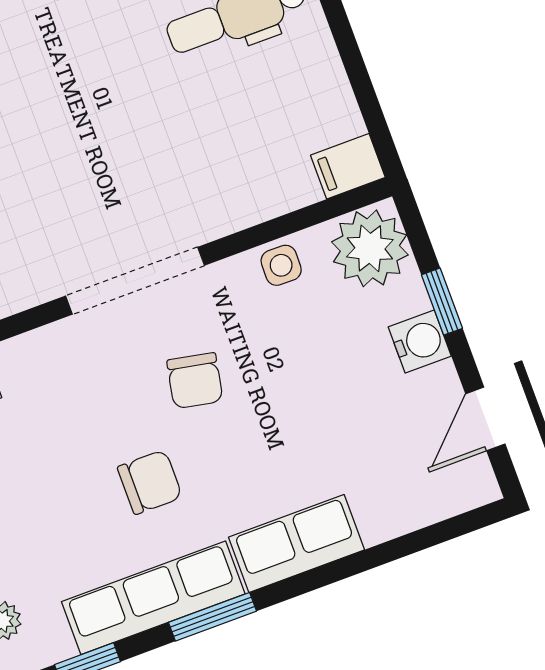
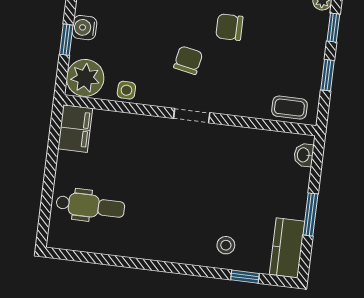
filing cabinet: (348, 166) -> (75, 129), width x2.00
doorway: (135, 281) -> (192, 116), width x0.53

